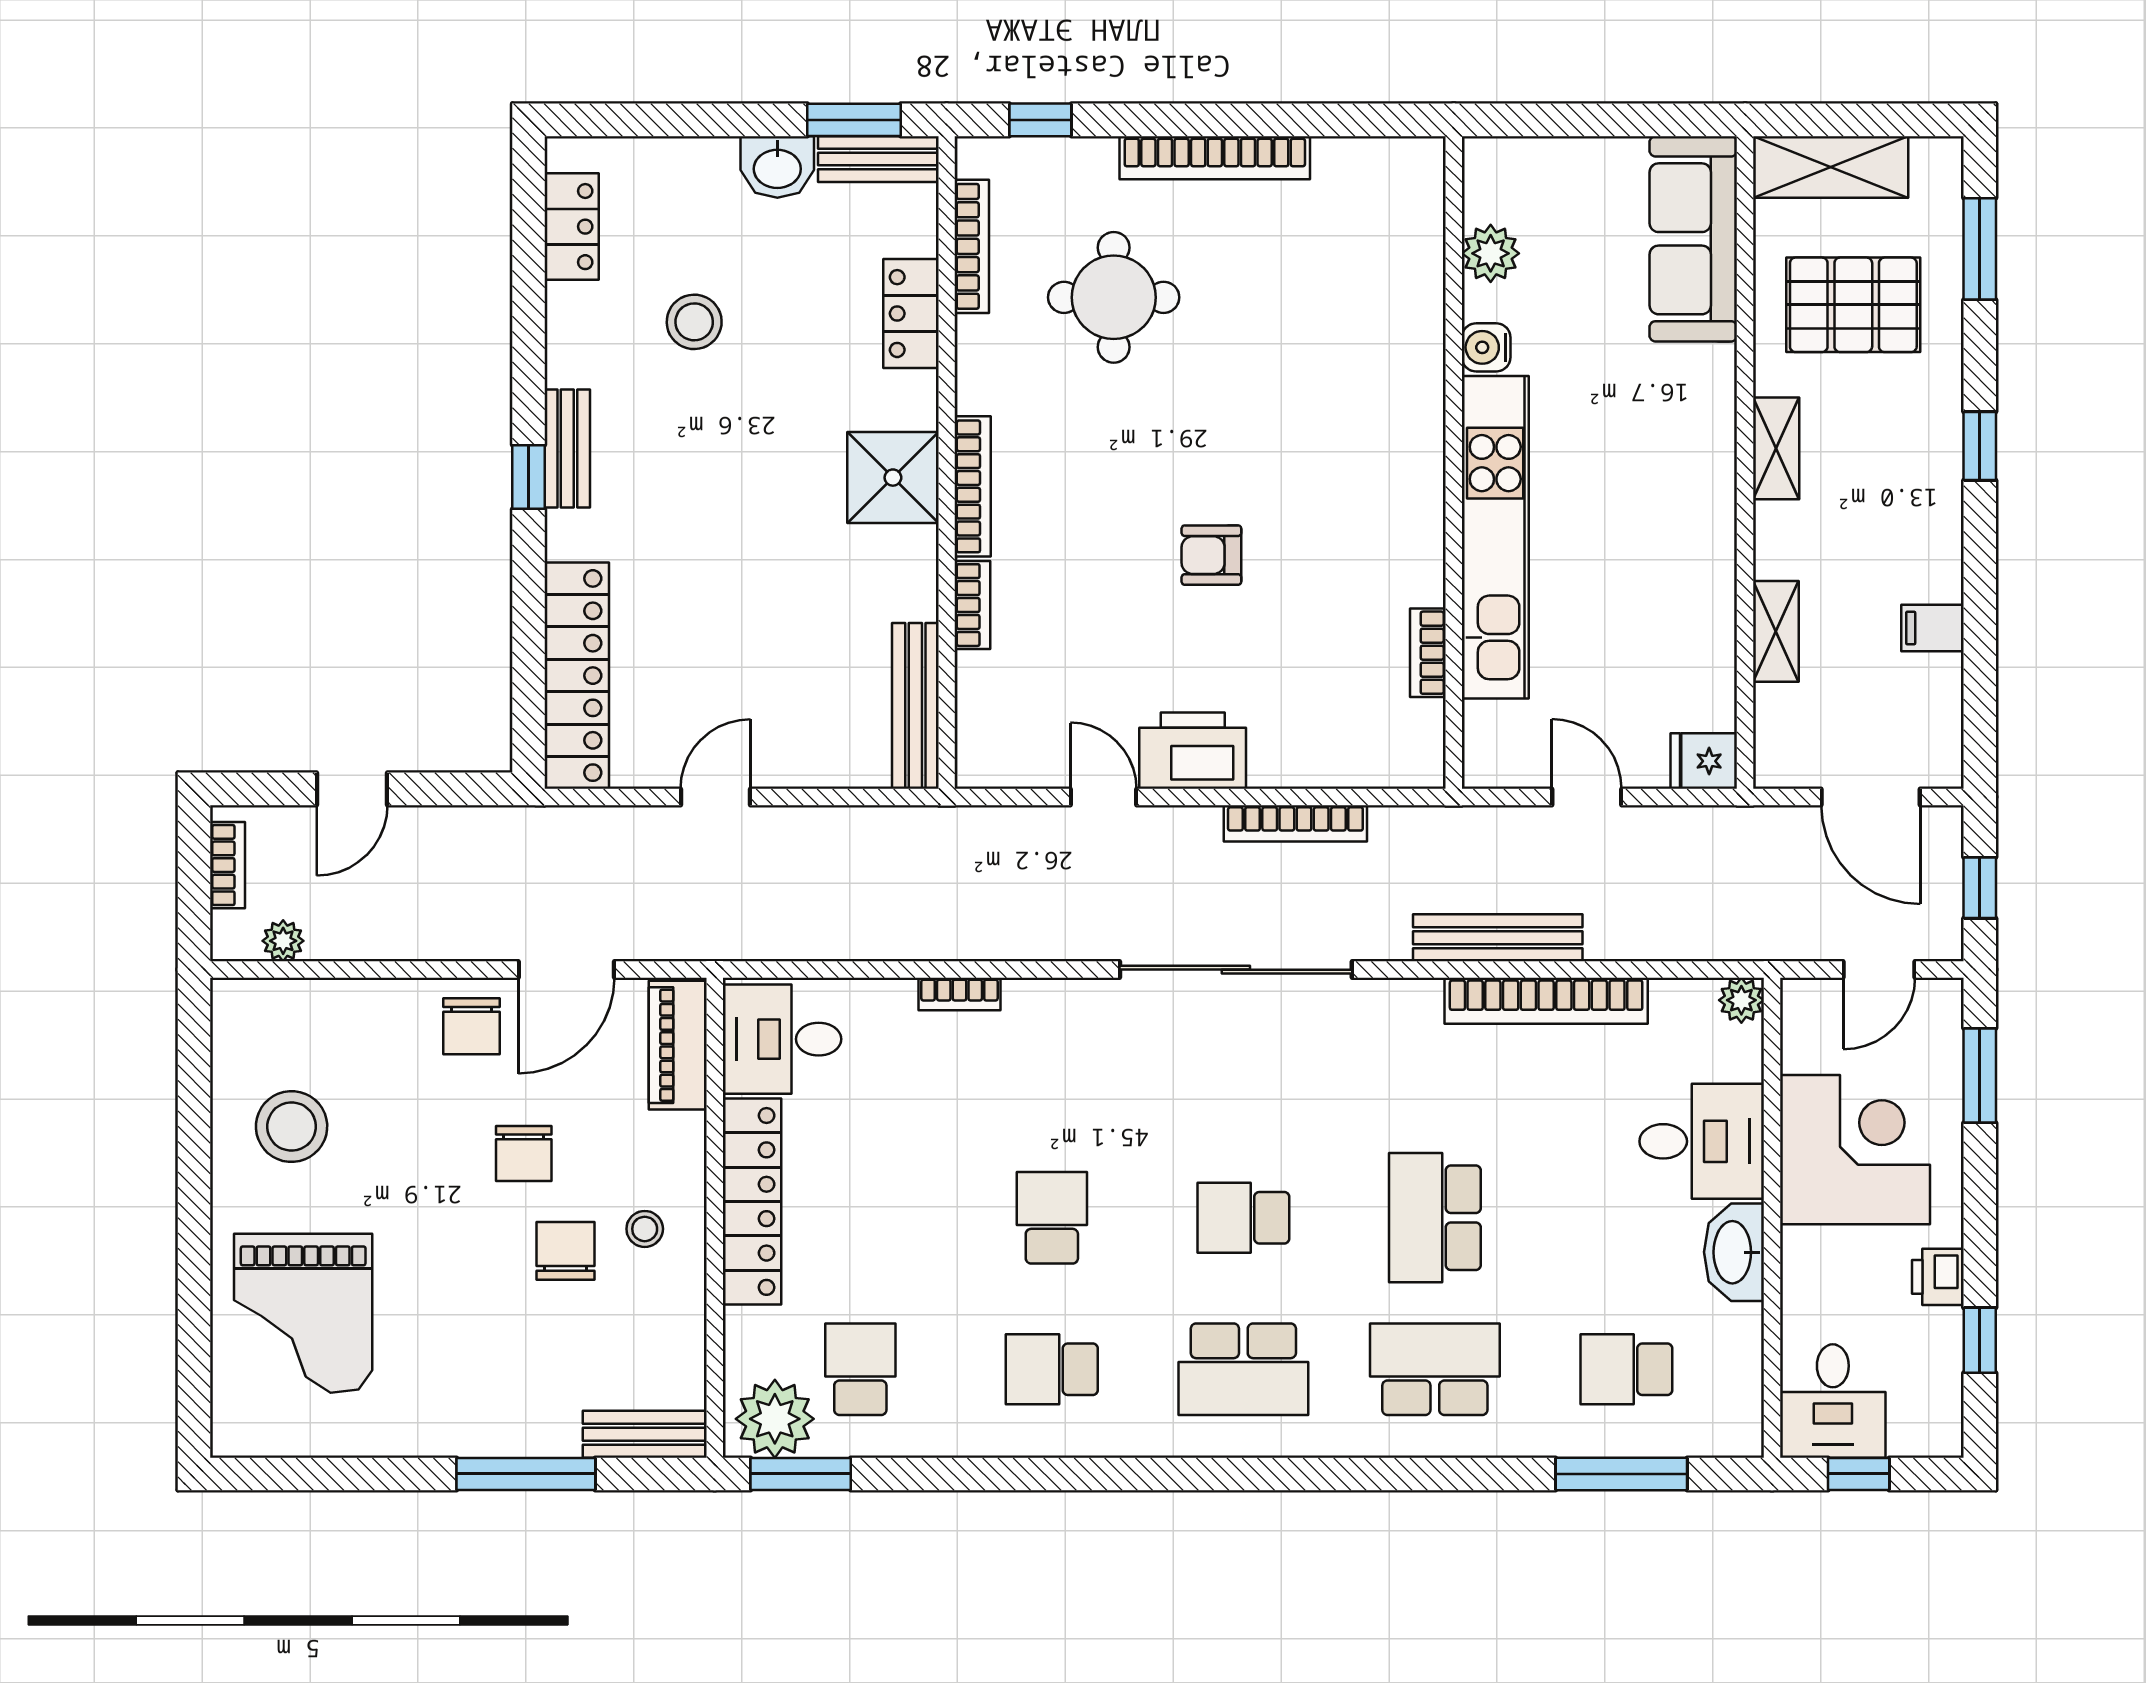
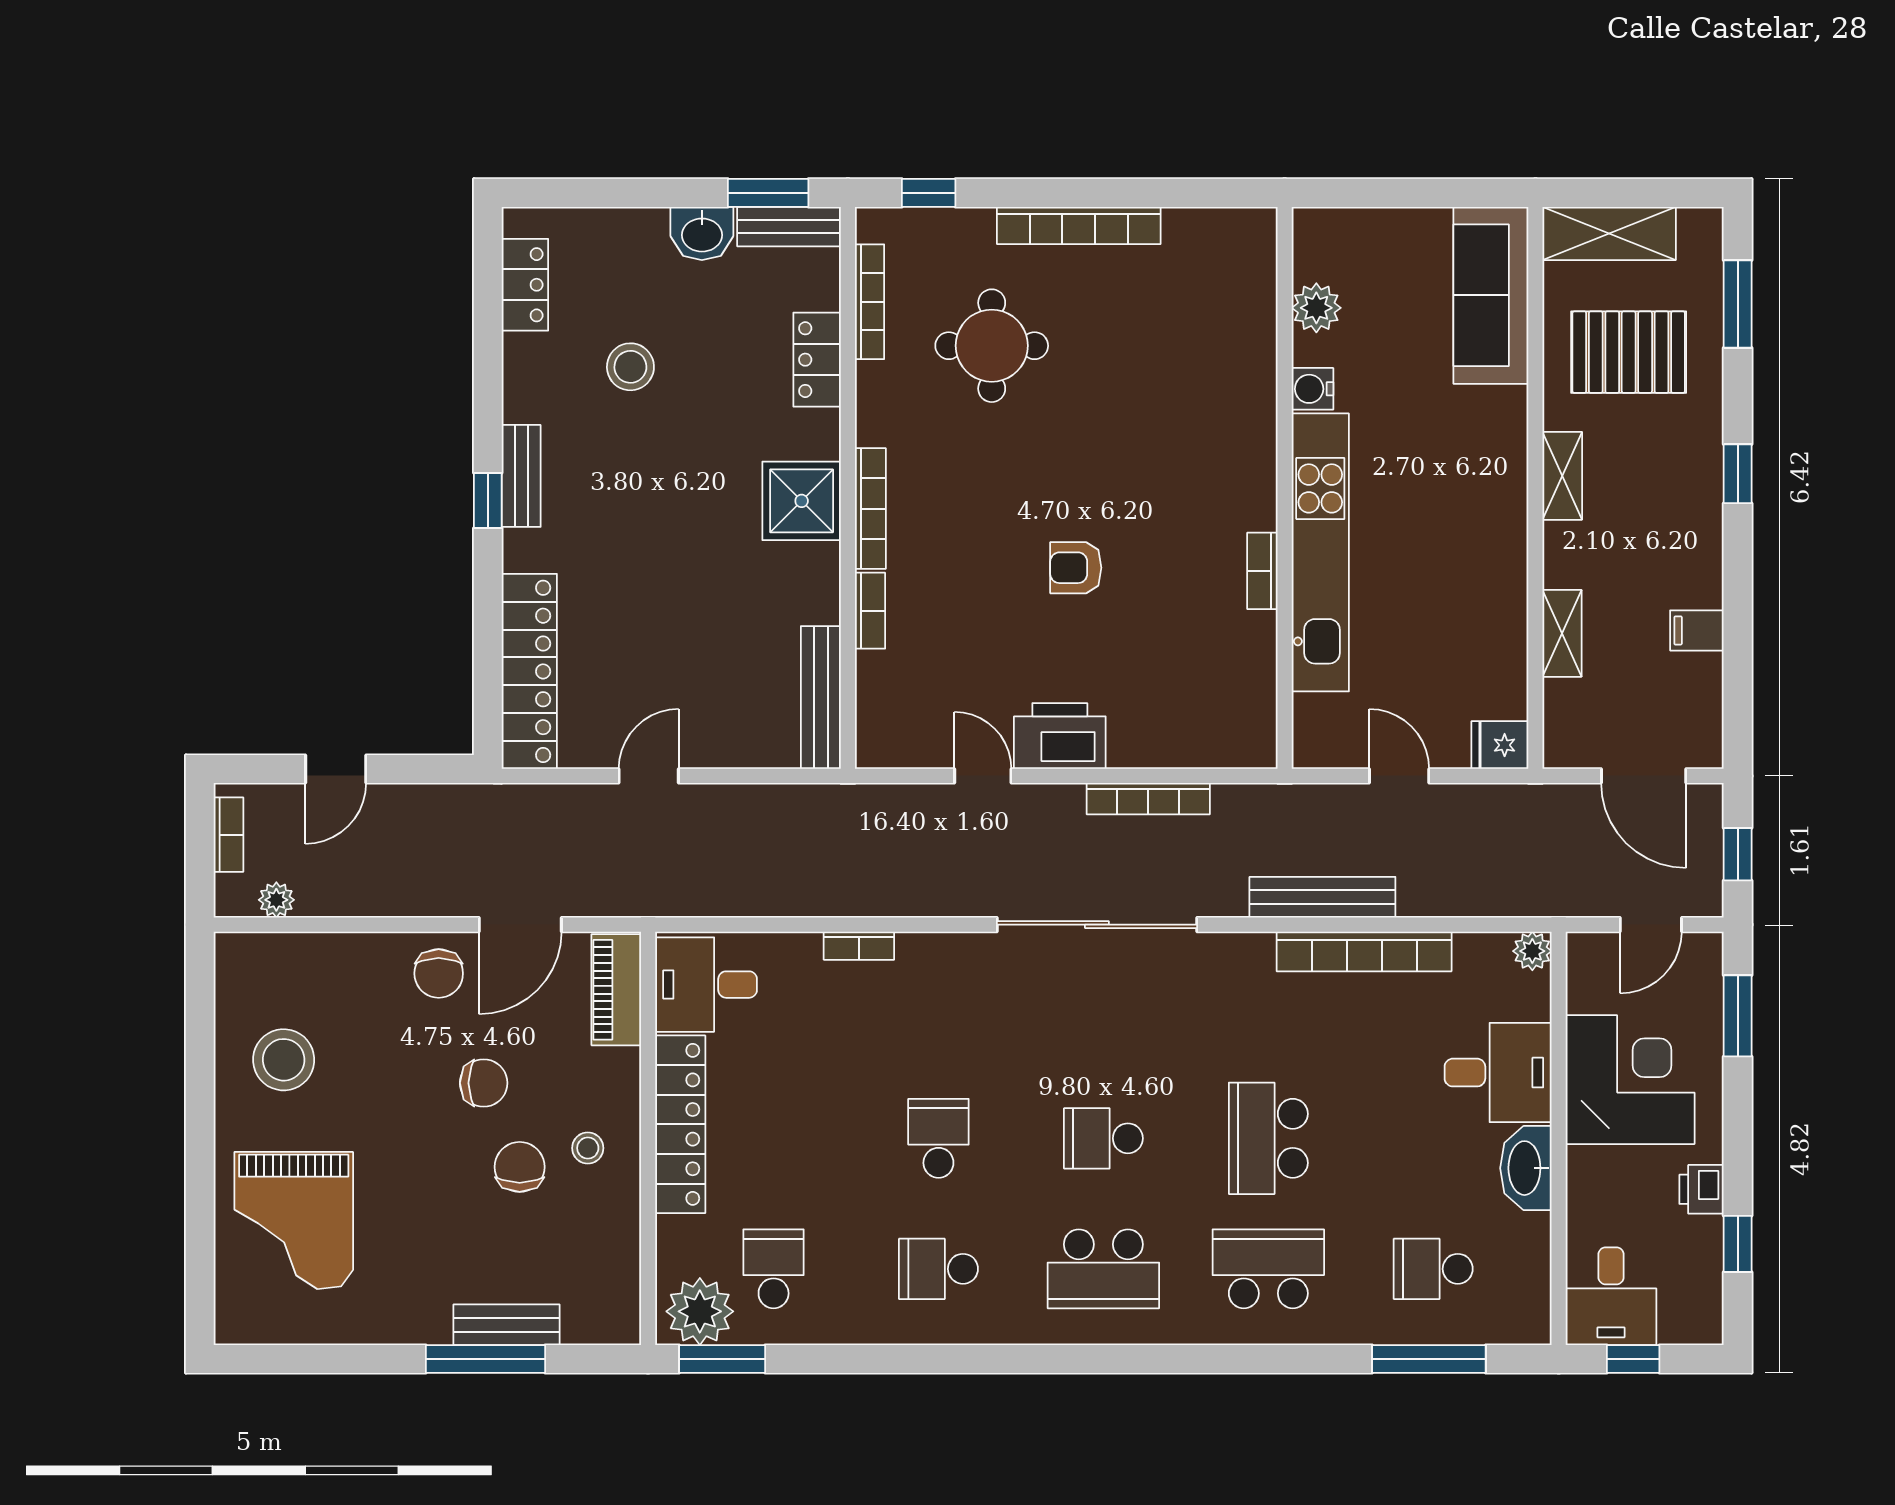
bookcase: (1428, 653) -> (1262, 571), moved
chair: (524, 1153) -> (484, 1083), turned -90
bench: (645, 1434) -> (506, 1325), moved

